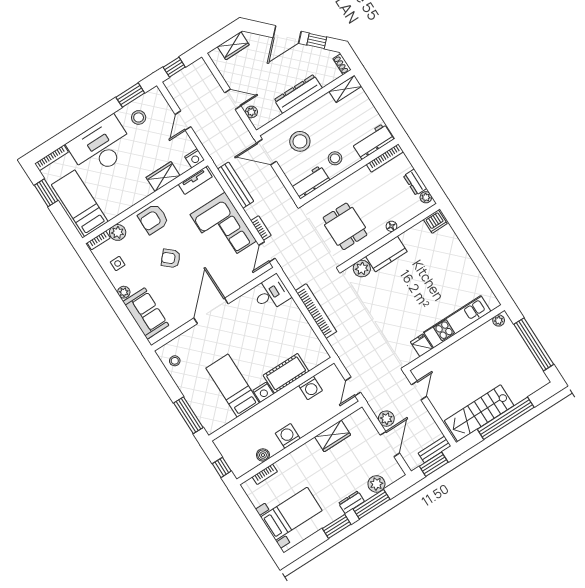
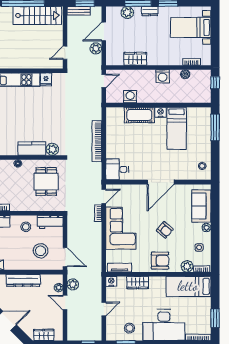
plant: (237, 126) -> (73, 284), added
bench: (236, 185) -> (97, 249), removed
bed: (80, 203) -> (188, 286), moved, turned 90

